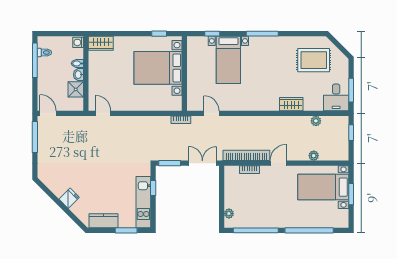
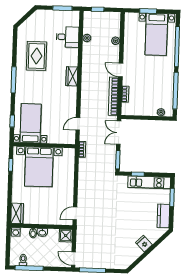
bed with nightstands: (228, 60) -> (31, 123), moved, turned -90
rug: (314, 60) -> (36, 56), moved
shower: (76, 89) -> (66, 236), moved
desk: (336, 97) -> (68, 37), moved
wardrobe: (291, 104) -> (72, 76), moved
door: (48, 113) -> (73, 259), hinge flipped
bed with nightstands: (323, 187) -> (156, 34), moved

